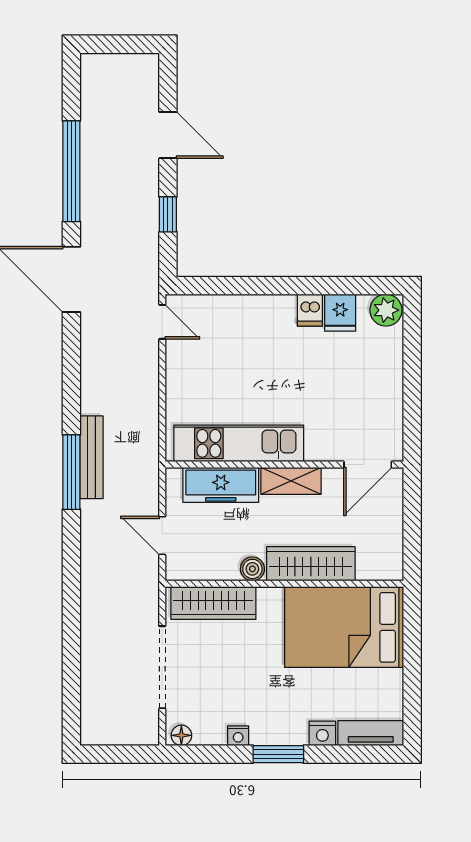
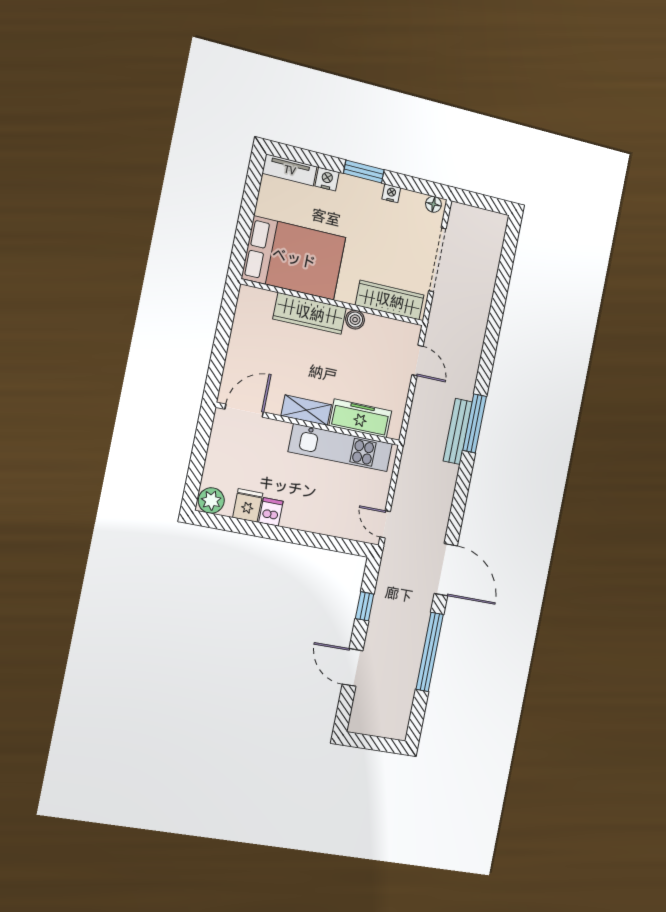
kitchen unit: (239, 443) -> (340, 448), moved
wall: (284, 464) -> (309, 424), moved
door: (368, 464) -> (244, 411), moved
shelving: (291, 481) -> (306, 410), moved
freezer: (221, 485) -> (360, 418), moved

